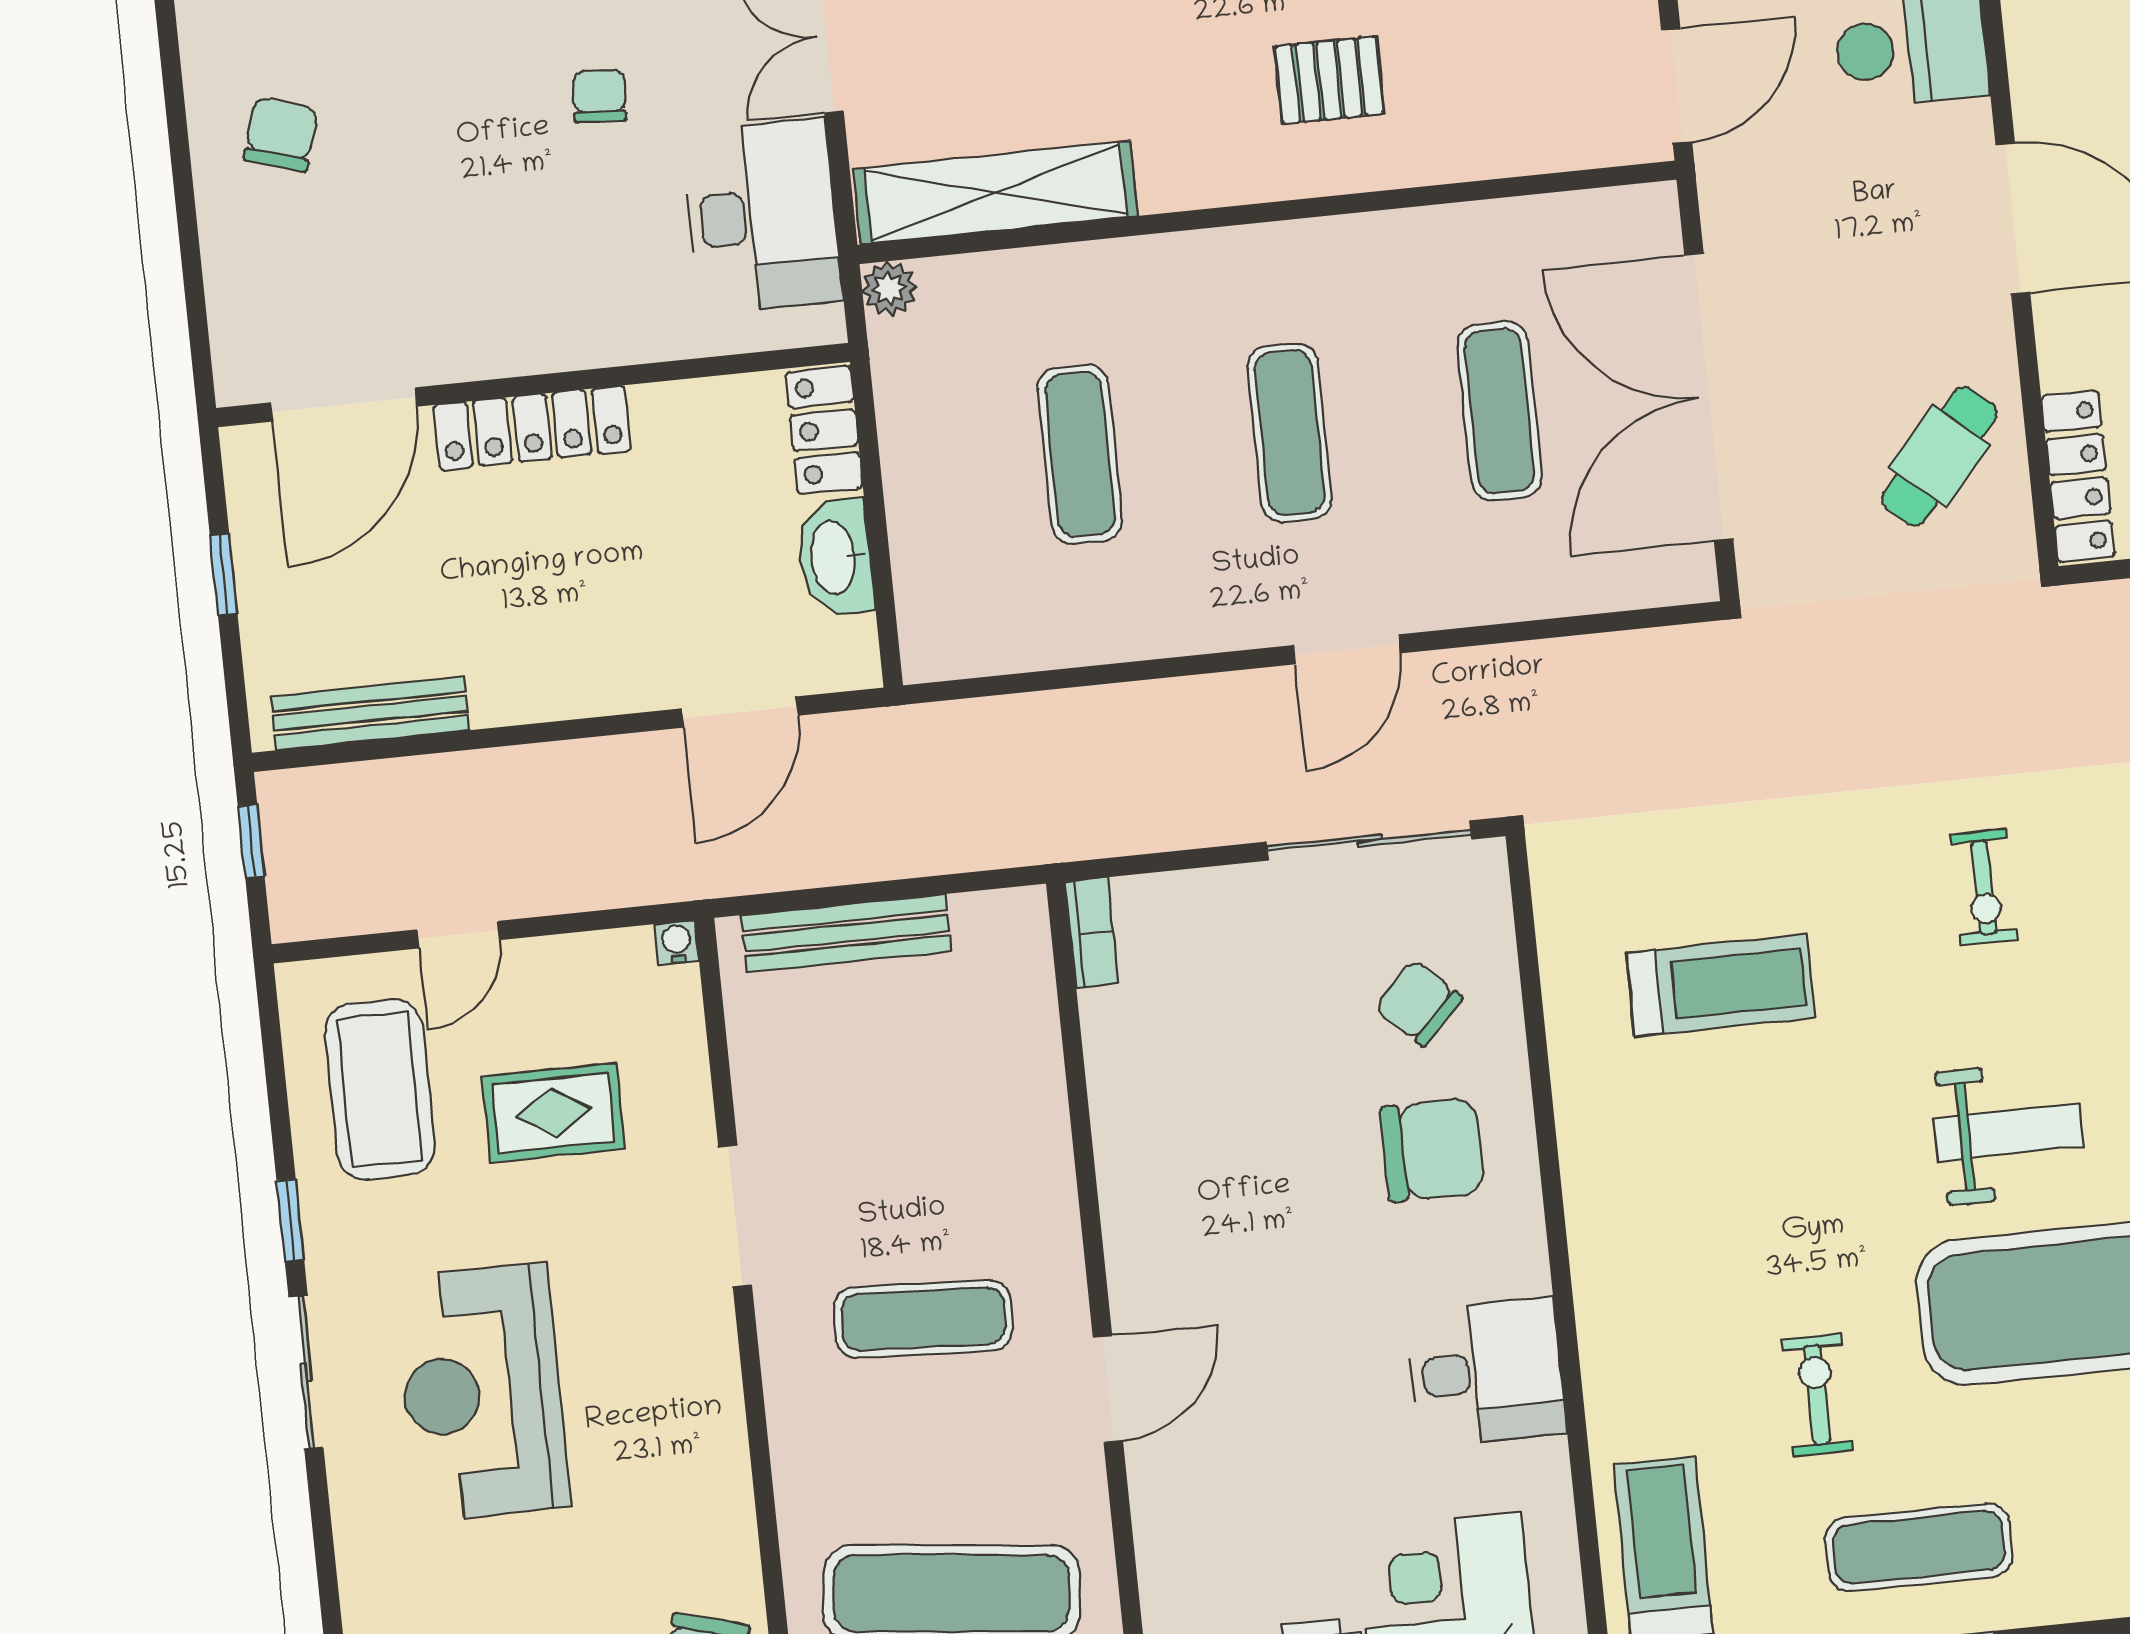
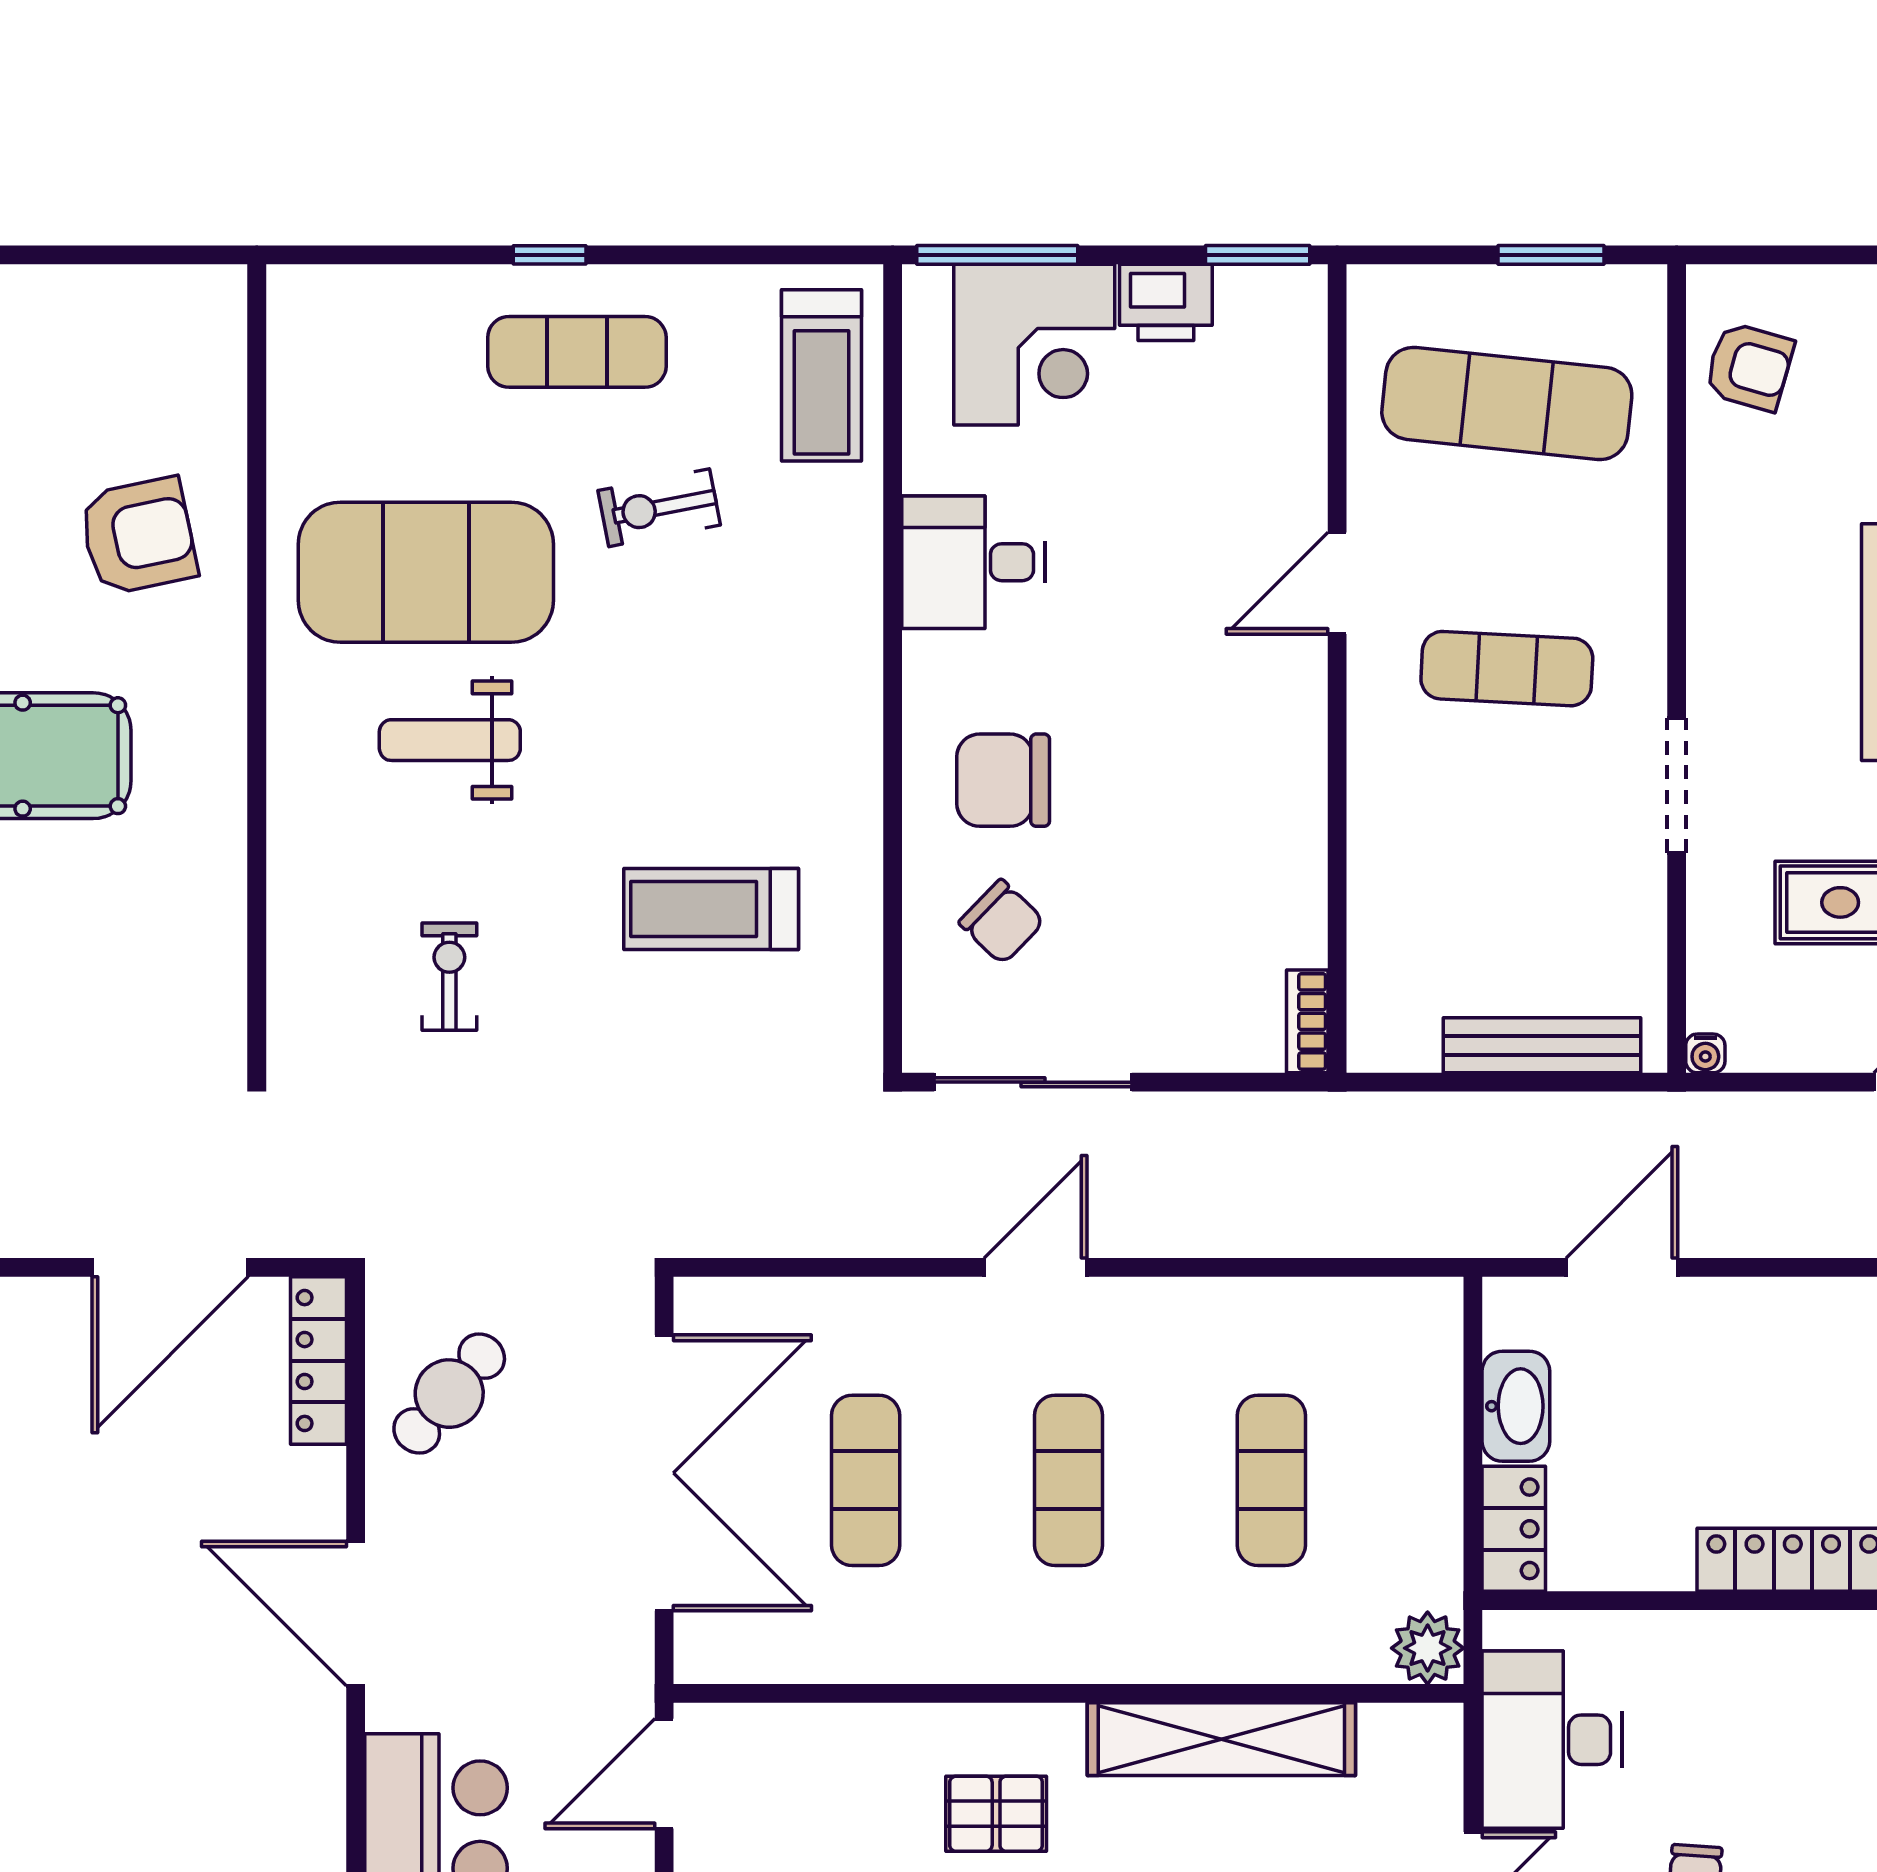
shelving: (996, 193) -> (1221, 1739), moved
plant: (889, 288) -> (1428, 1648), width x1.38, depth x1.38
exercise bike: (1817, 1395) -> (659, 508), turned 79

